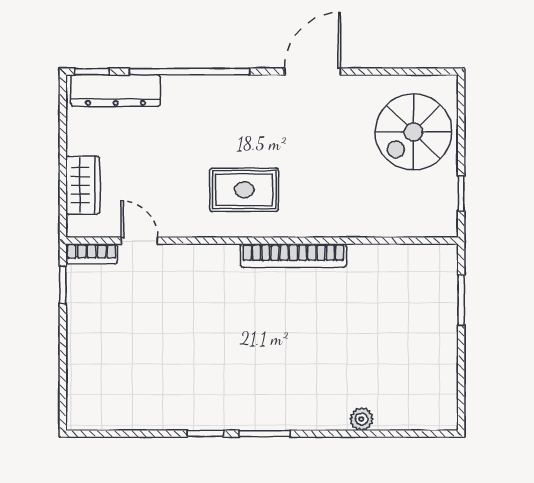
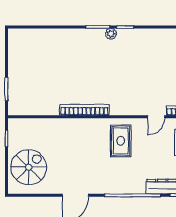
rug: (244, 190) -> (121, 141), moved, turned 90
door: (139, 241) -> (156, 117), hinge flipped
plant: (362, 419) -> (111, 34), moved

